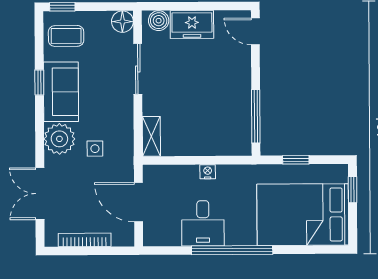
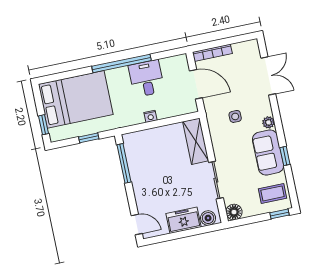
shelving: (151, 136) -> (196, 141), width x1.50, depth x1.33
plant: (59, 139) -> (268, 122), width x0.53, depth x0.53
bookcase: (85, 240) -> (212, 53), moved

